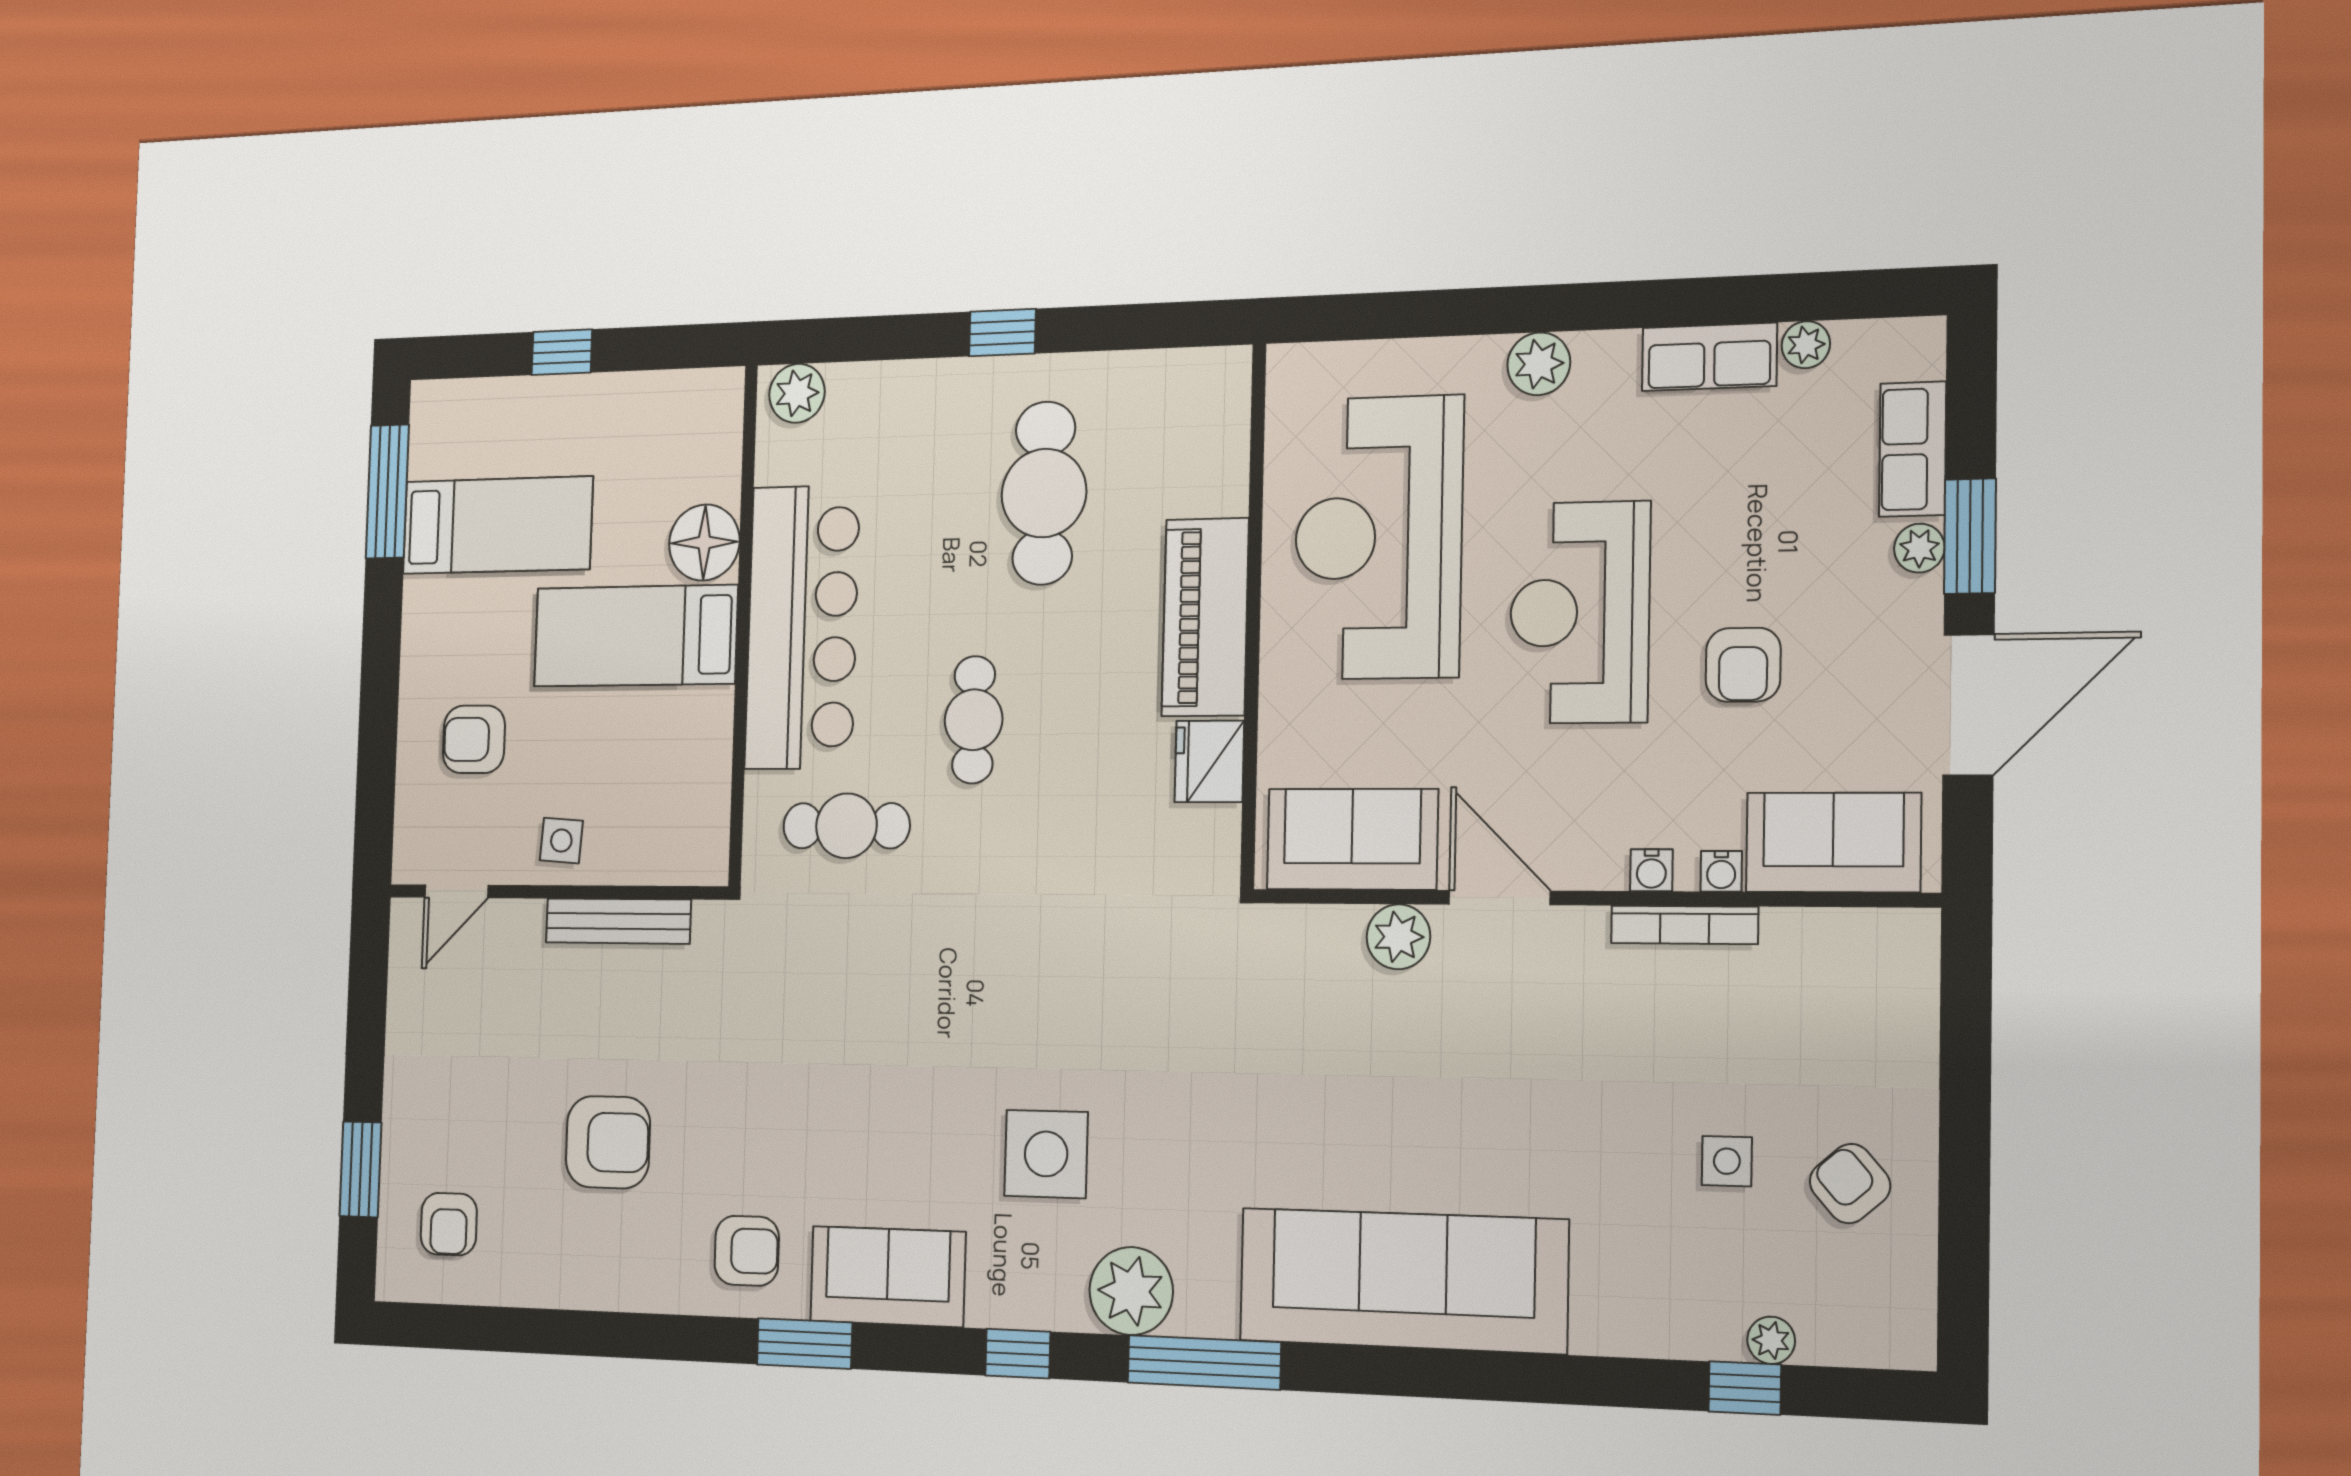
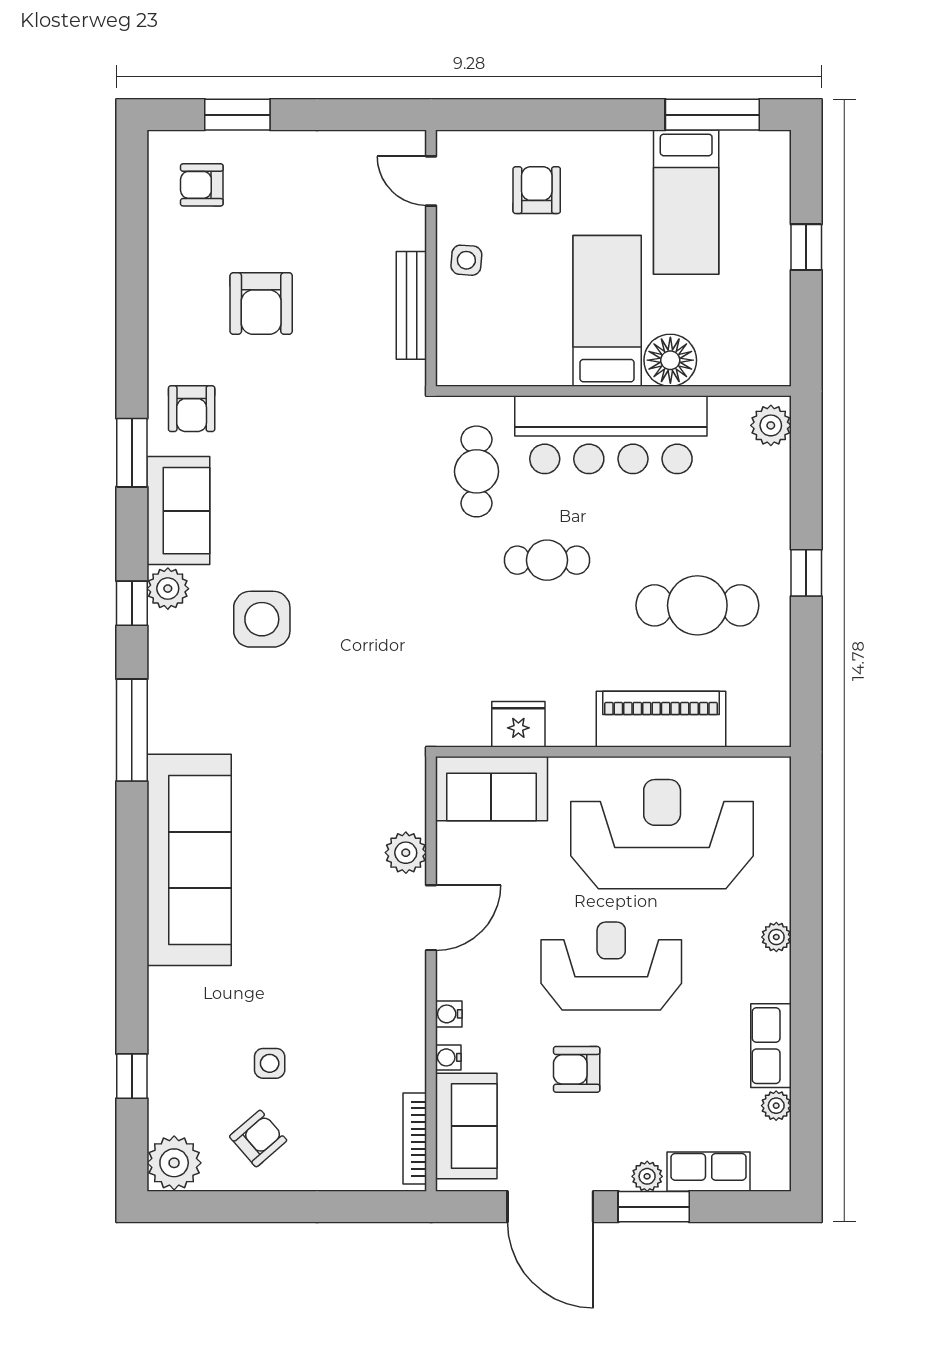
plant: (1539, 364) -> (776, 937), width x0.73, depth x0.73
piano: (1205, 617) -> (661, 719), moved
sofa: (1352, 839) -> (491, 789), moved, turned 90
bookcase: (1684, 925) -> (415, 1139), moved
plant: (1131, 1291) -> (168, 589), moved, width x0.73, depth x0.73
plant: (1771, 1340) -> (174, 1163), moved, width x1.87, depth x1.87

